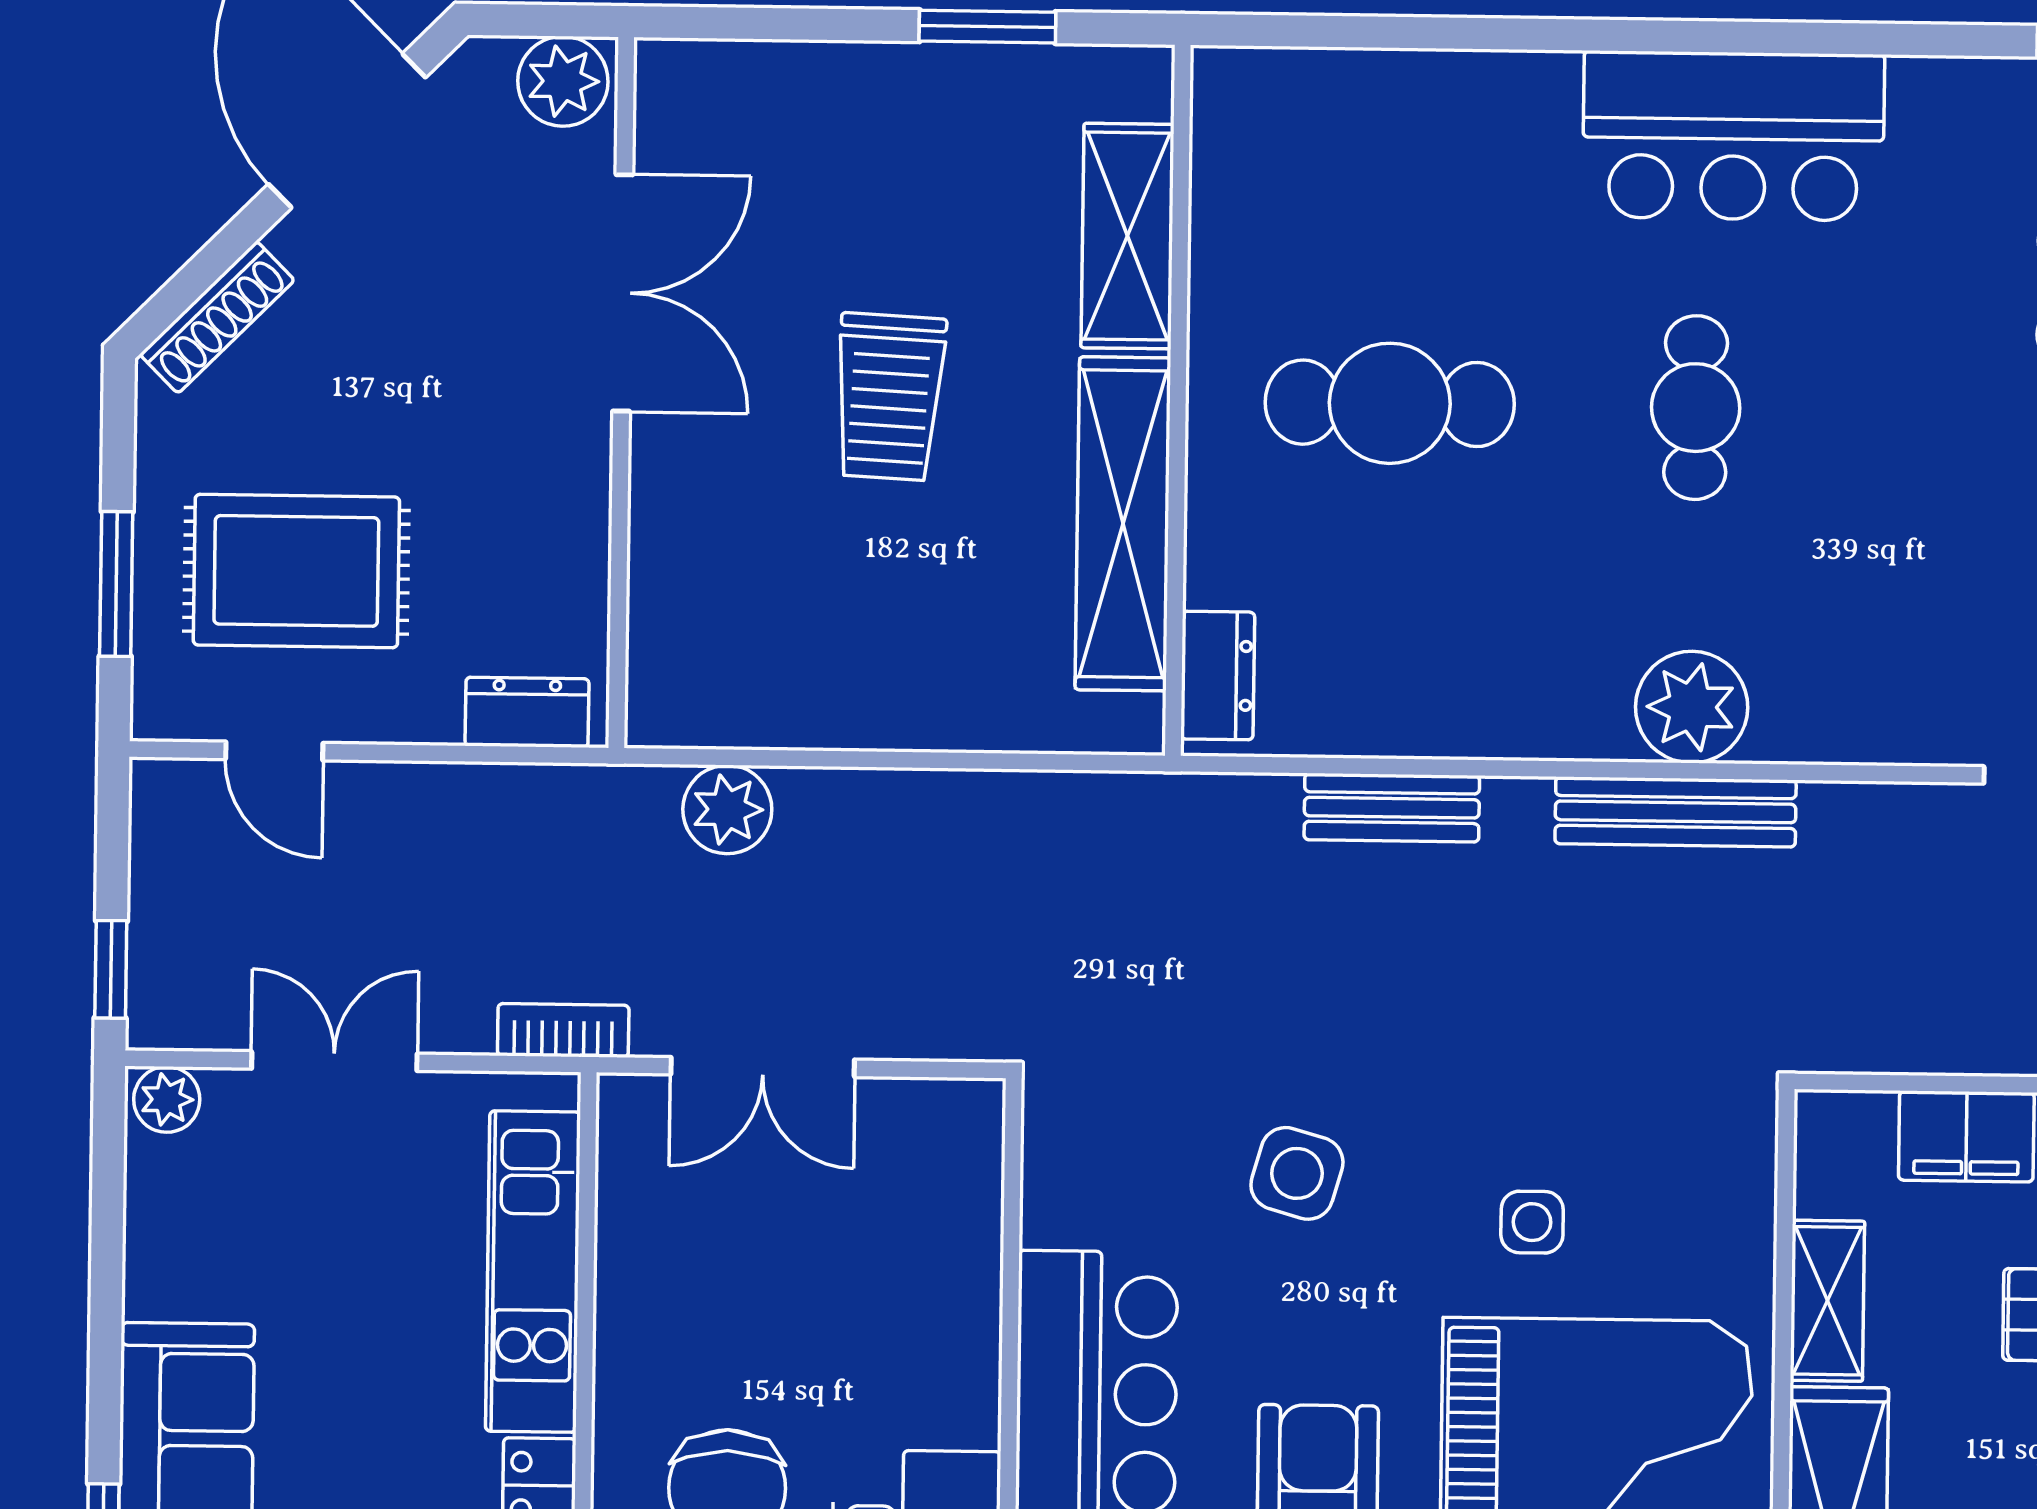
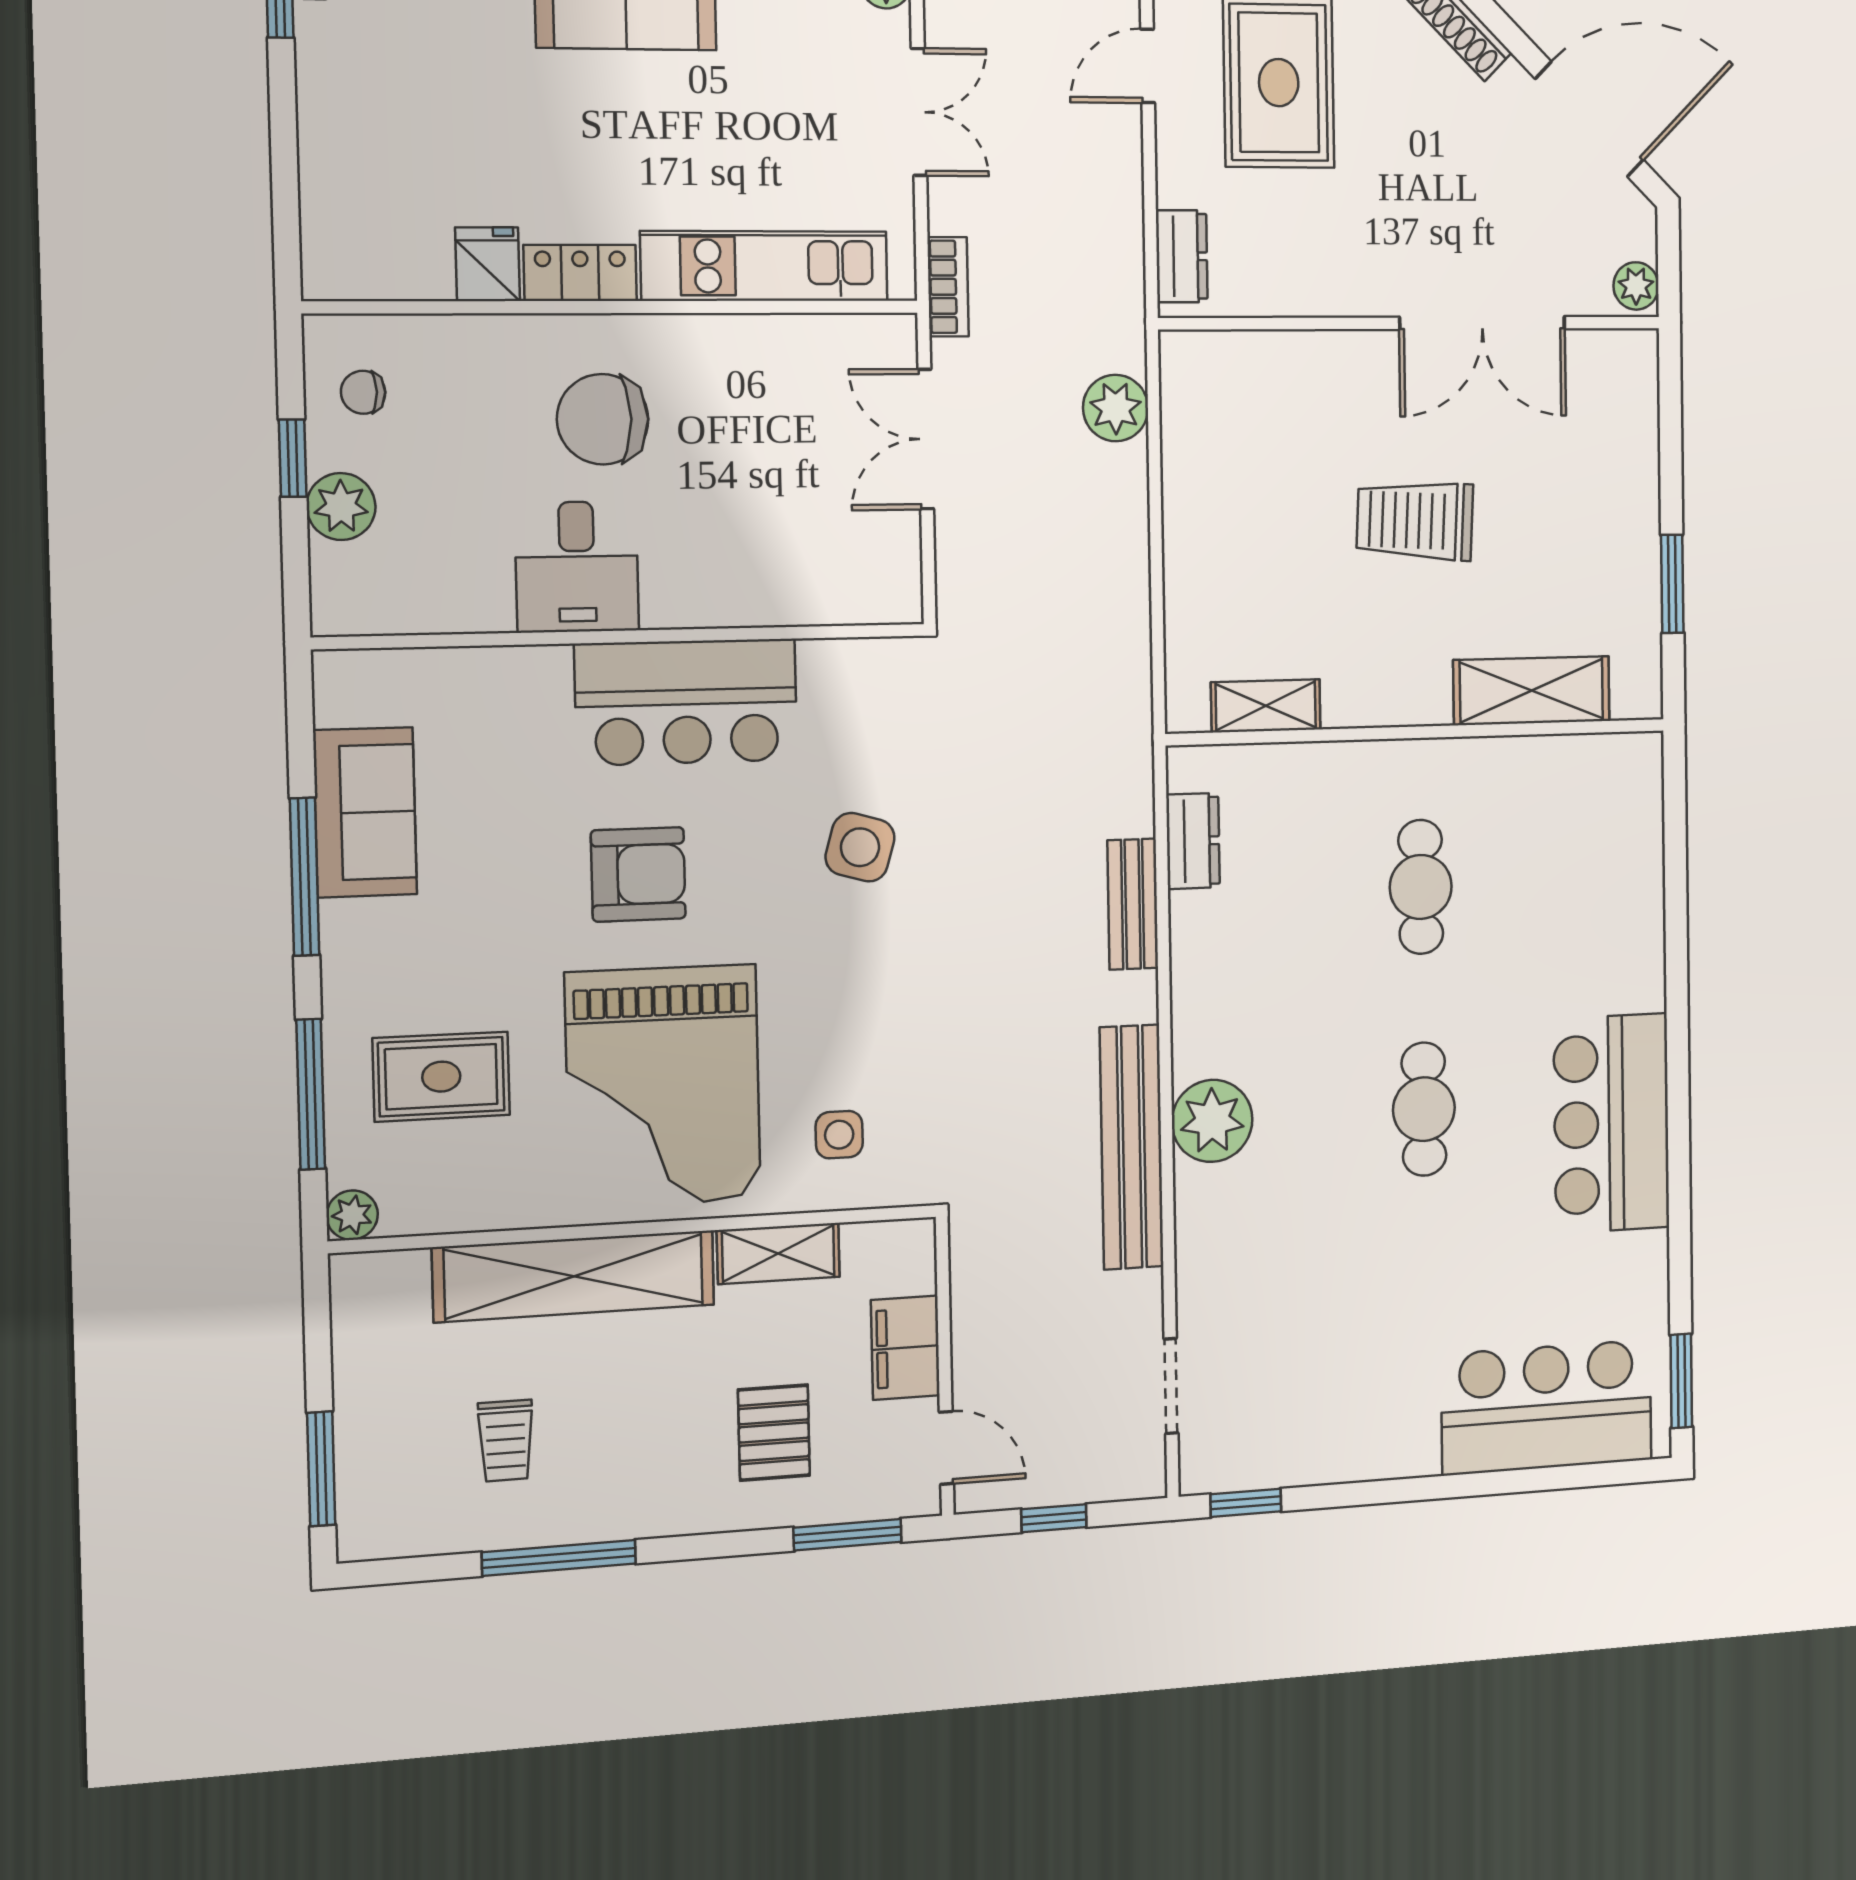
plant: (563, 81) -> (1636, 286), width x0.73, depth x0.73
cafe table: (1390, 403) -> (1421, 887), width x0.73, depth x0.74
cafe table: (1696, 408) -> (1424, 1109), turned 90
shelving: (1123, 524) -> (1266, 706), width x0.45, depth x0.75
dresser: (1218, 676) -> (1193, 841), moved, turned -90
bench: (1676, 812) -> (1132, 1147), width x1.37, depth x1.21
side table: (1532, 1222) -> (839, 1135), moved

